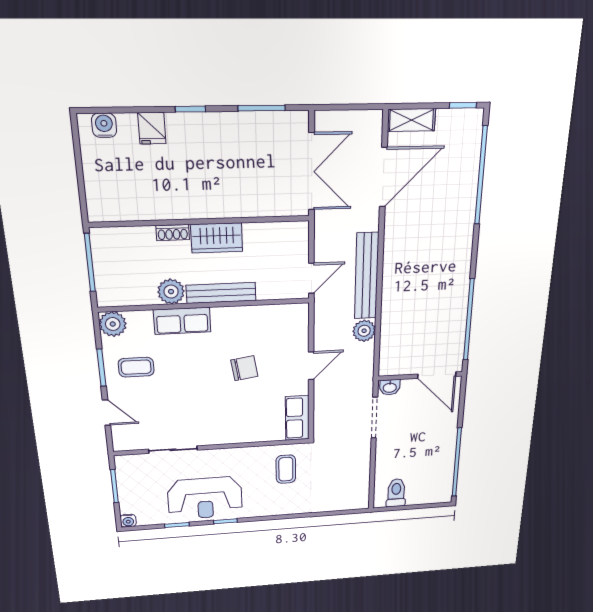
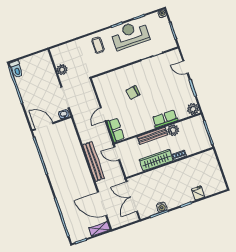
water cooler: (104, 125) -> (162, 207), moved
door: (383, 177) -> (102, 204), hinge flipped
wardrobe: (217, 238) -> (156, 160), width x1.50
door: (311, 278) -> (117, 153), hinge flipped
plant: (364, 331) -> (62, 70), moved
coffee table: (136, 367) -> (178, 92), removed
chair: (244, 368) -> (133, 92), moved
row of seats: (297, 418) -> (116, 130), moved
coffee table: (286, 469) -> (98, 45), moved
toilet: (396, 493) -> (16, 69), moved

